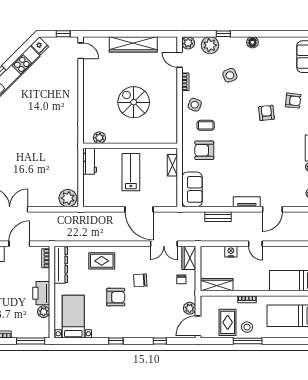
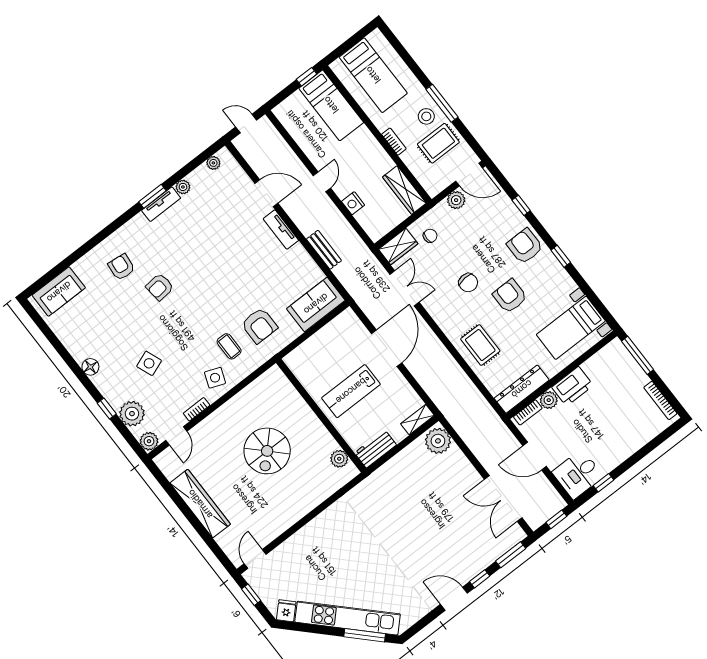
shelving: (172, 165) -> (418, 420), moved
plant: (44, 312) -> (549, 400), moved
armchair: (136, 326) -> (525, 246), added

